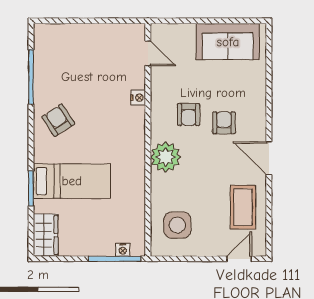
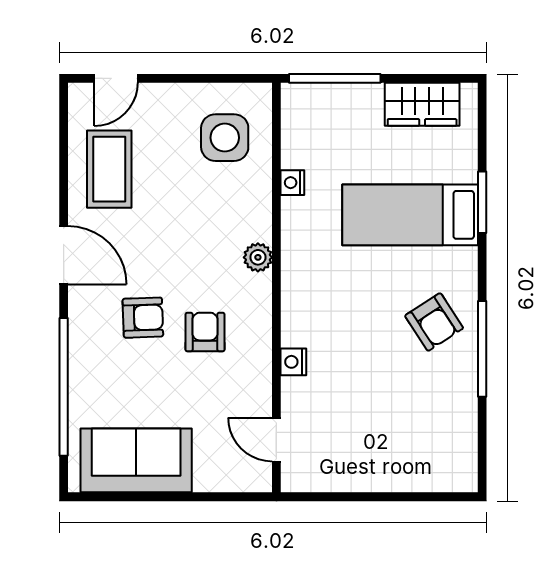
window: (31, 77) -> (482, 349), moved
window: (269, 83) -> (64, 387), added
armchair: (224, 123) -> (143, 318), turned -92
plant: (166, 157) -> (258, 257), width x0.53, depth x0.53
wardrobe: (46, 235) -> (422, 104), moved, turned -90
nightstand: (123, 250) -> (292, 183), moved, turned -90

